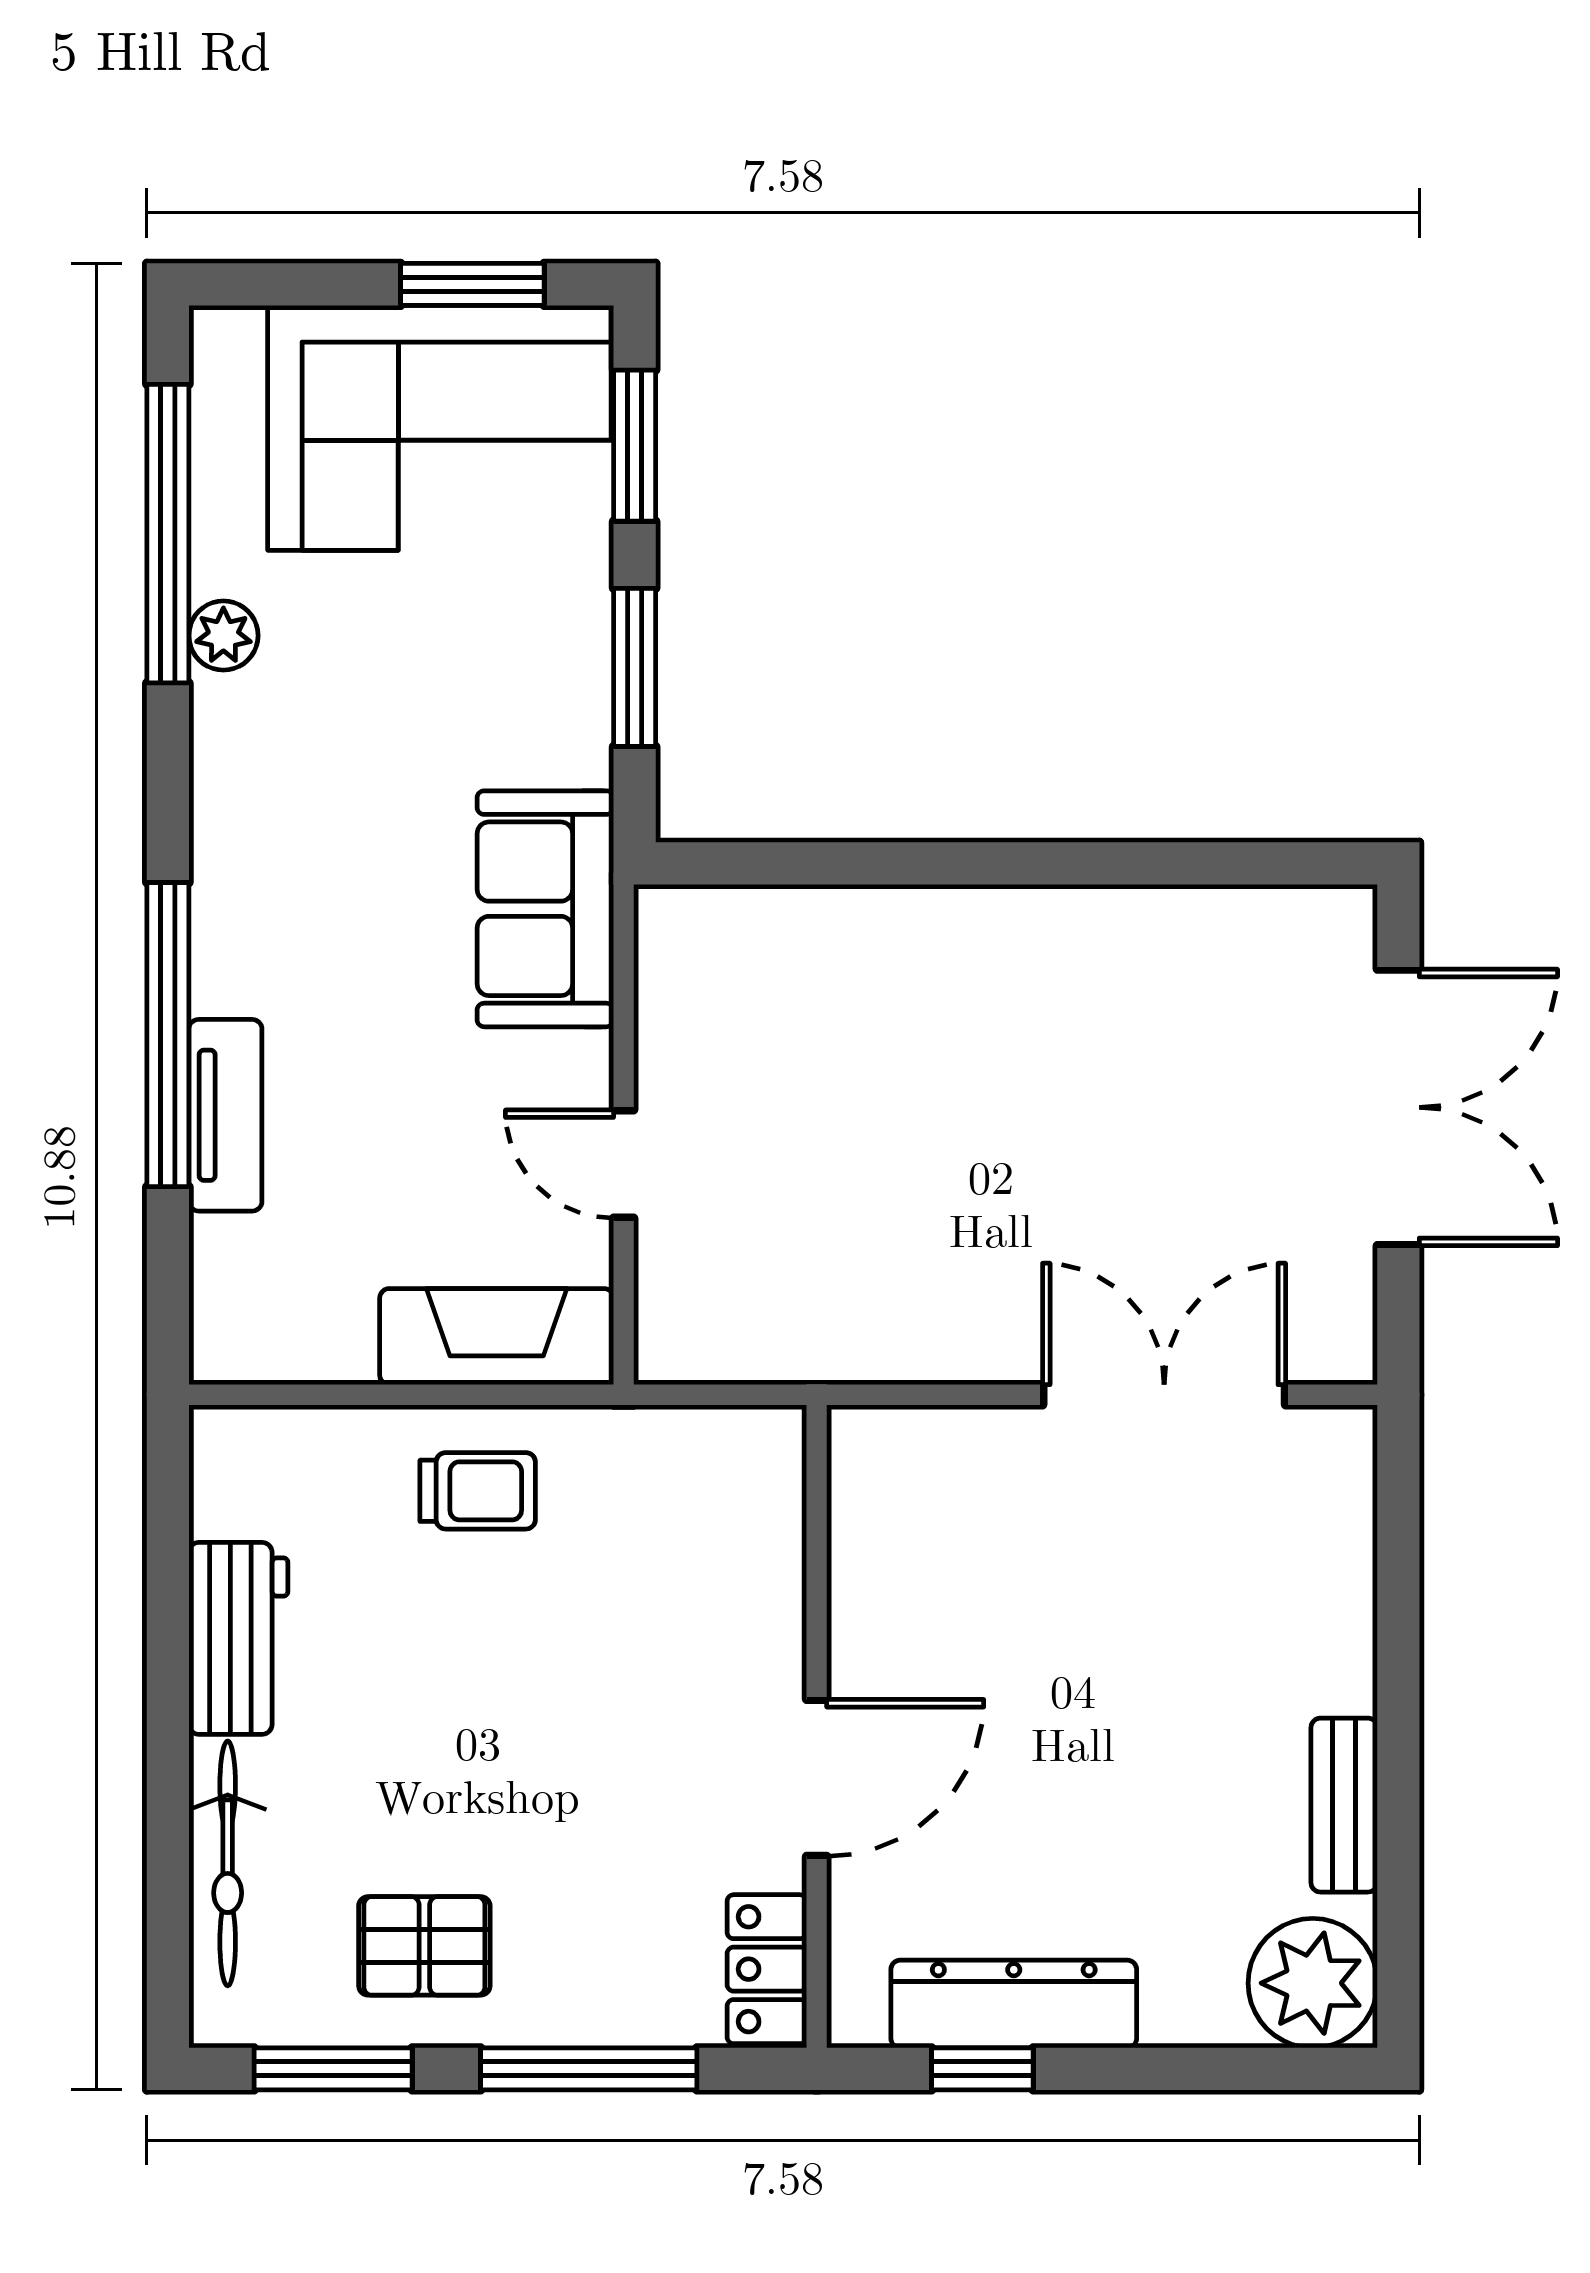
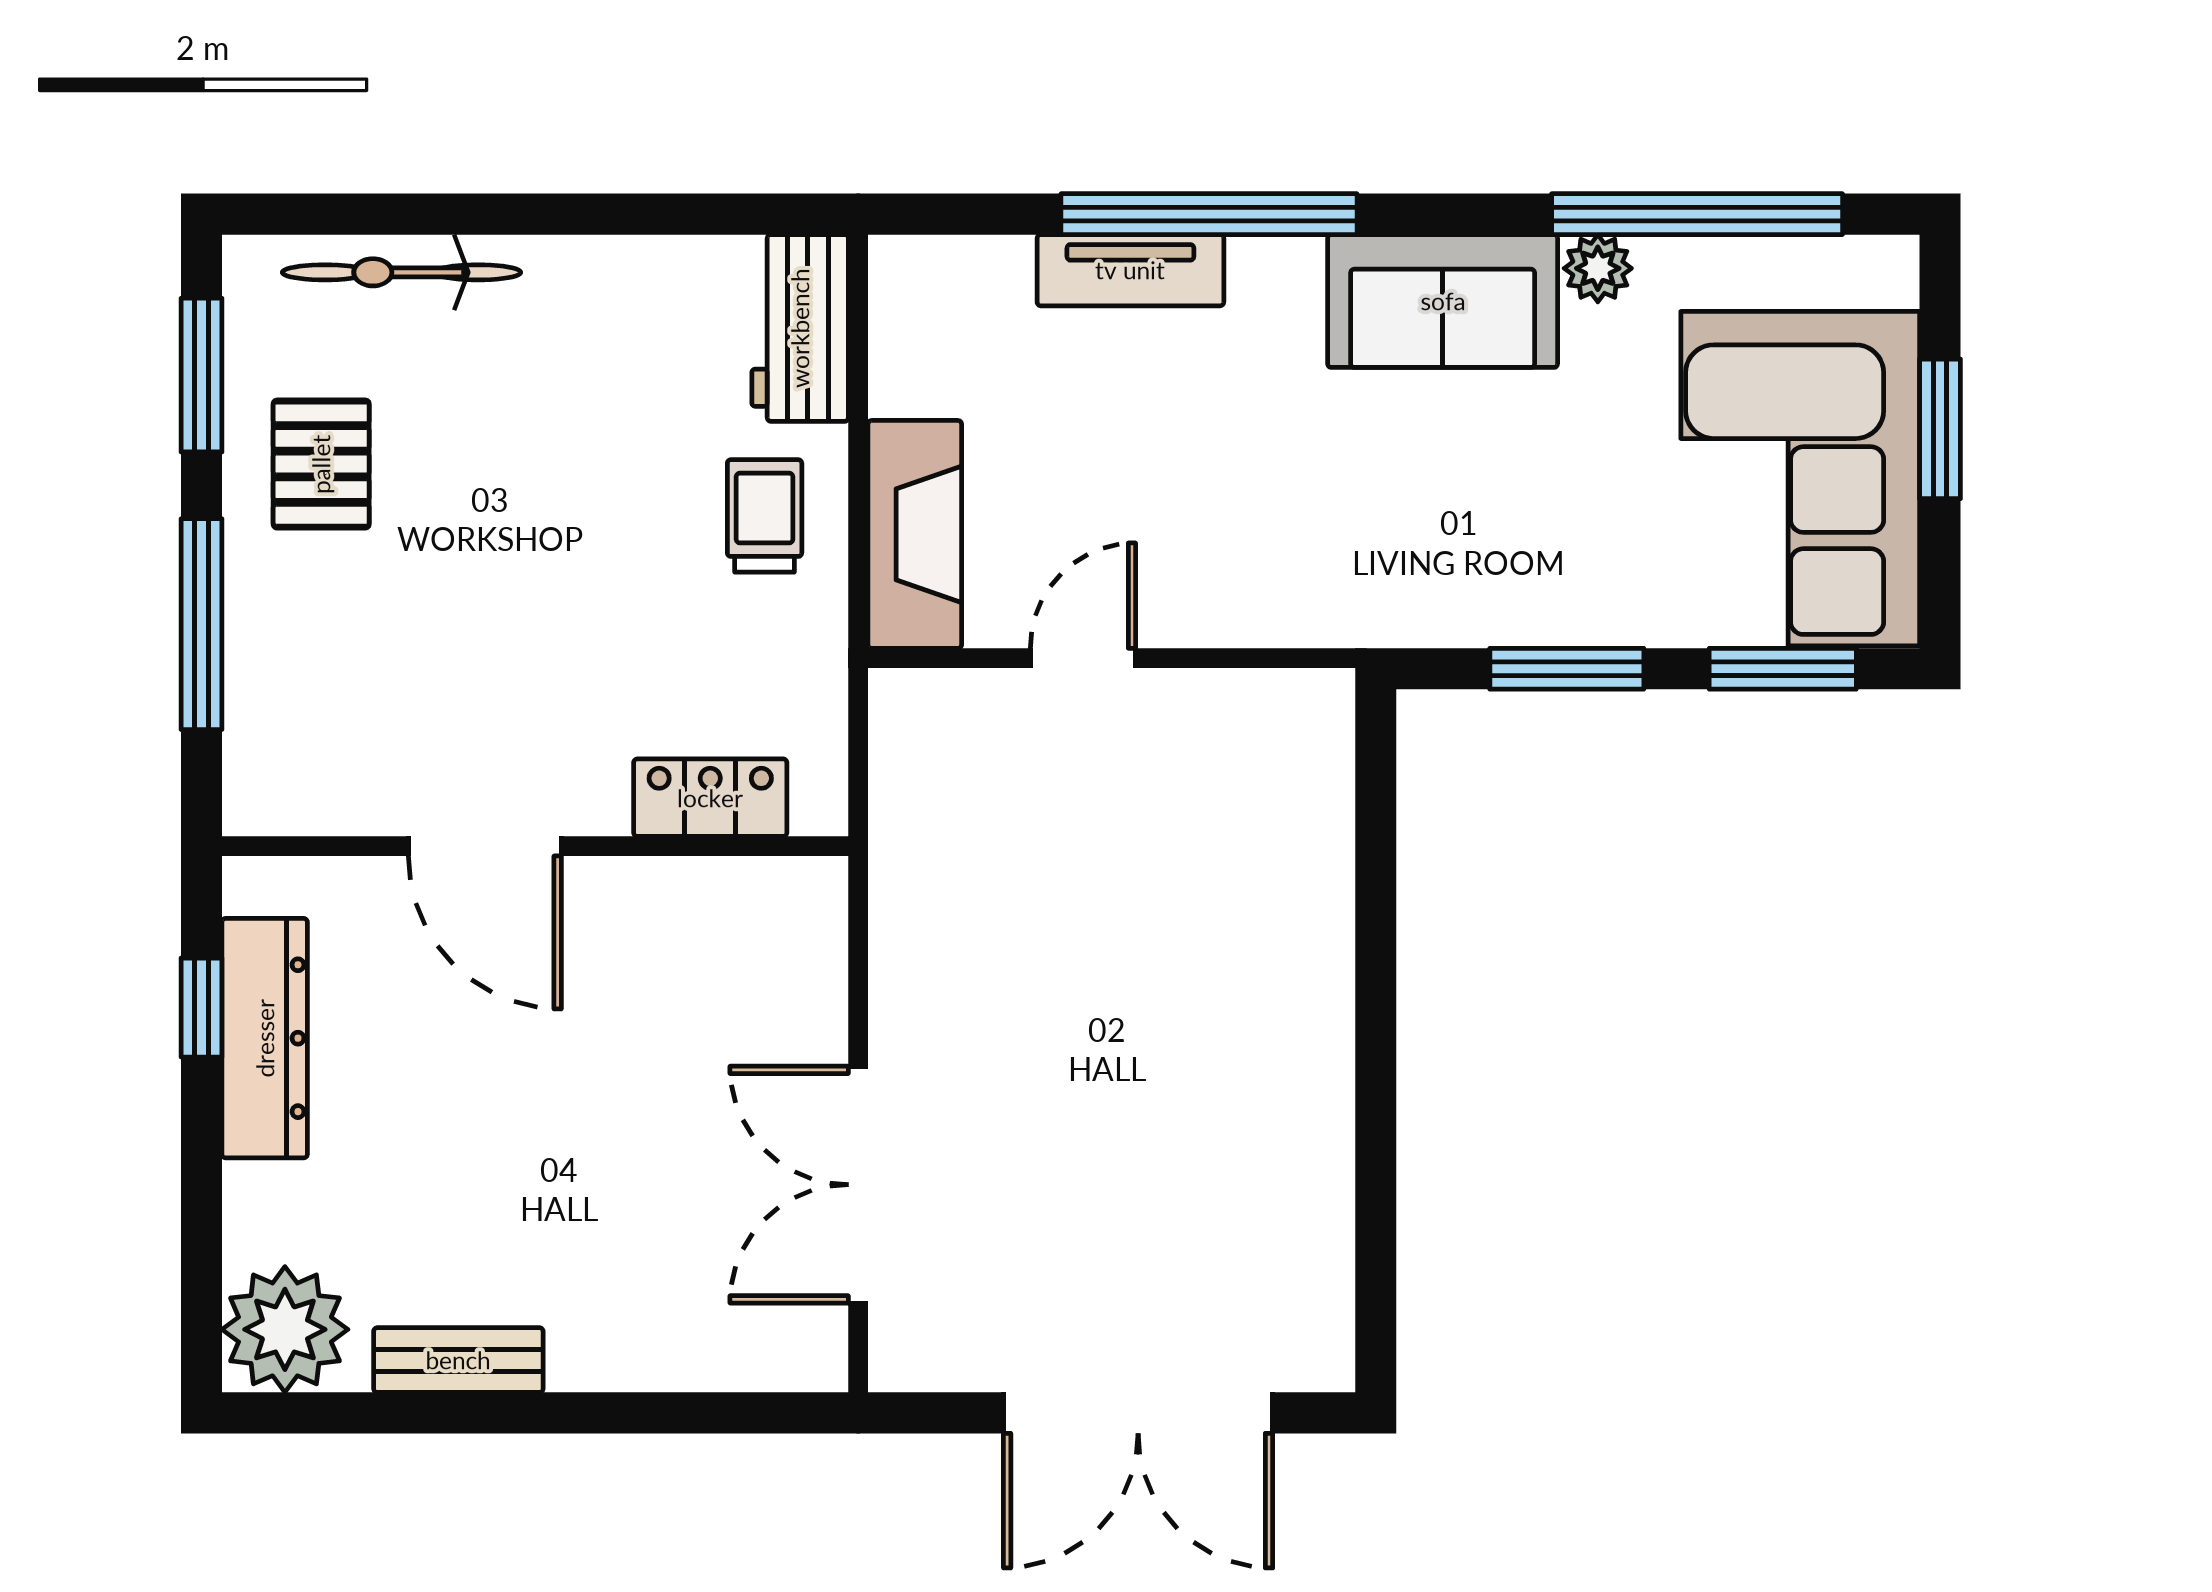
window: (472, 284) -> (1940, 429), moved
sofa: (545, 909) -> (1443, 301), moved, turned 180
double door: (1164, 1395) -> (858, 1185), swing flipped
trolley: (478, 1491) -> (765, 516), turned 180
workbench: (238, 1638) -> (800, 328), moved, turned 90
locker: (767, 1969) -> (710, 798), moved

